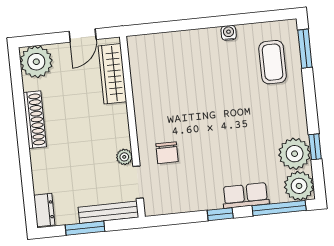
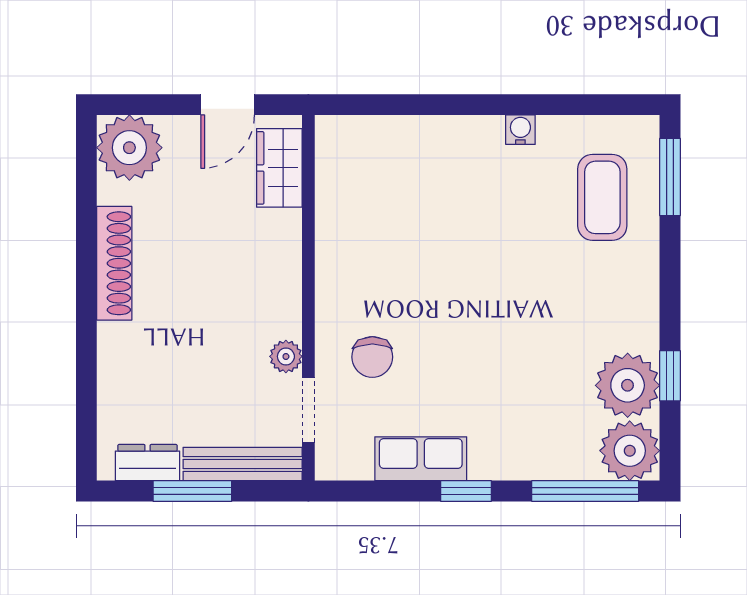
wardrobe: (112, 74) -> (279, 168), width x0.67
row of seats: (246, 195) -> (421, 459), moved
dresser: (44, 210) -> (148, 463), moved, turned -90

